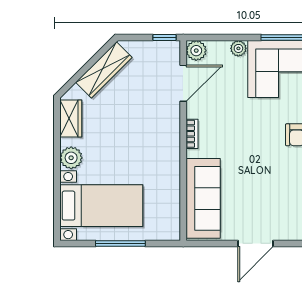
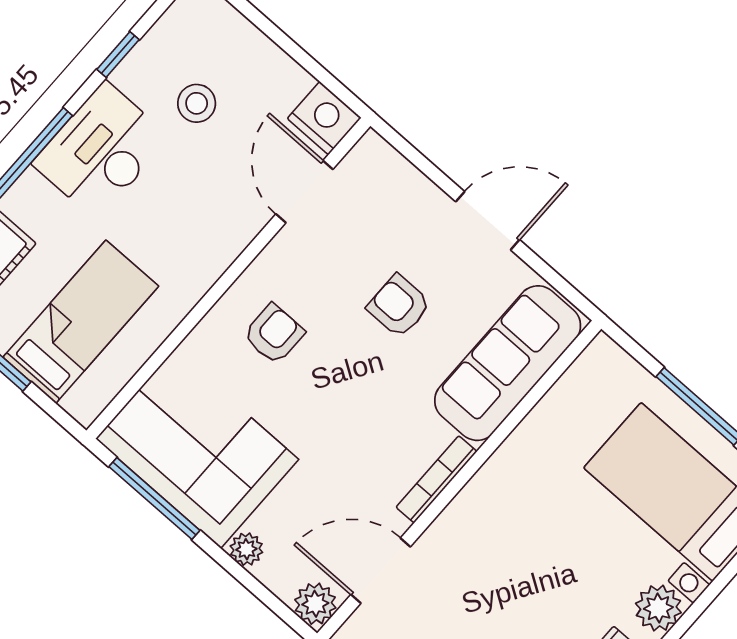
bookcase: (192, 134) -> (436, 479), width x1.56
armchair: (261, 185) -> (399, 306), added

